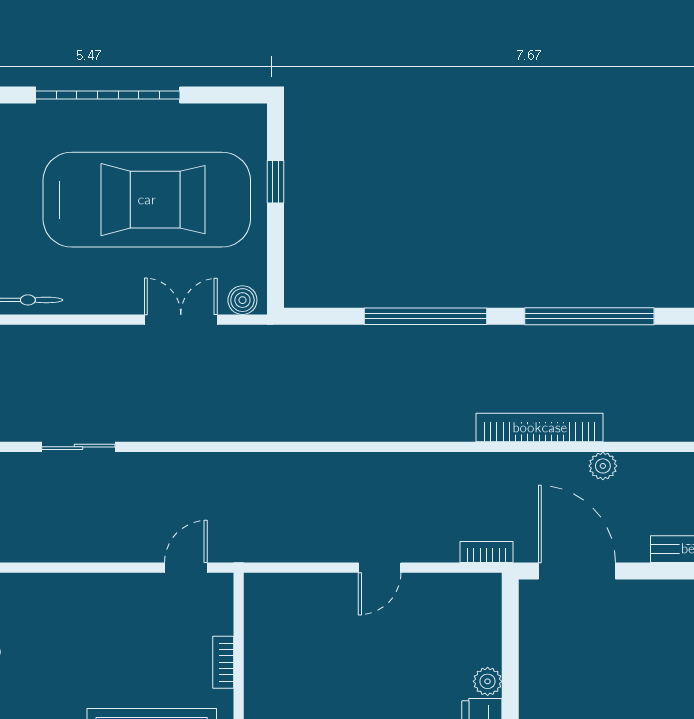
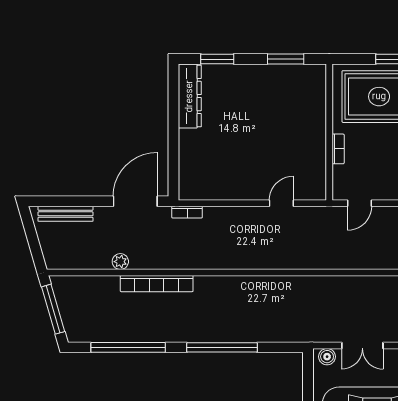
door: (380, 568) -> (281, 203), moved
door: (577, 571) -> (135, 201), swing flipped
plant: (488, 681) -> (186, 138), removed

